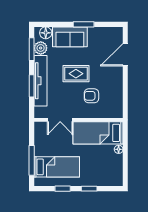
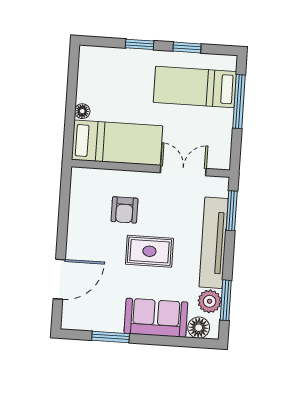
window: (84, 24) -> (111, 337), moved
window: (32, 86) -> (232, 211), moved
armchair: (91, 96) -> (124, 210), turned 90

